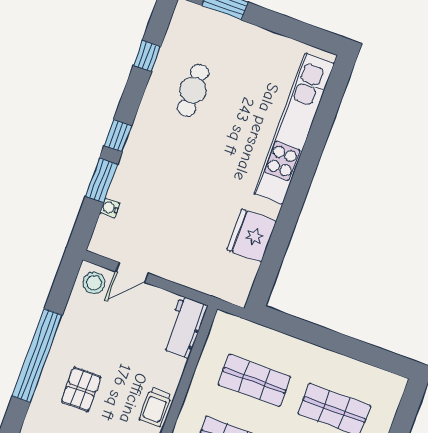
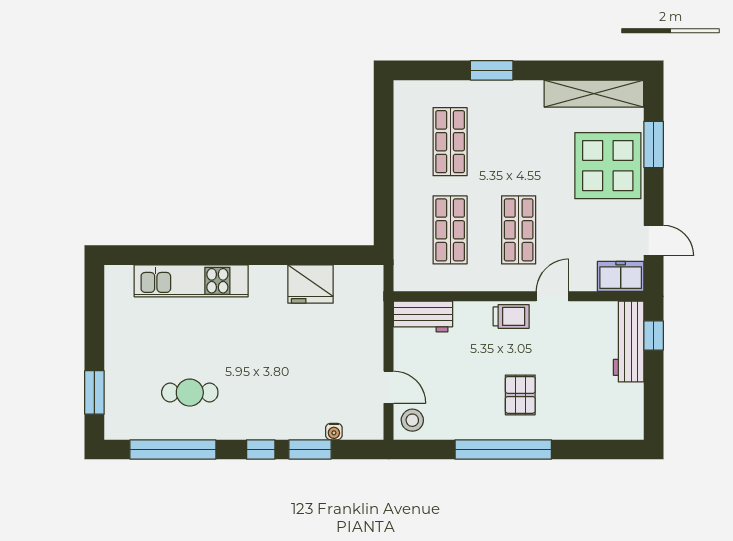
window: (147, 56) -> (173, 449), width x3.17
kitchen unit: (294, 129) -> (191, 281), width x0.73
pallet: (81, 389) -> (520, 395), turned 90

